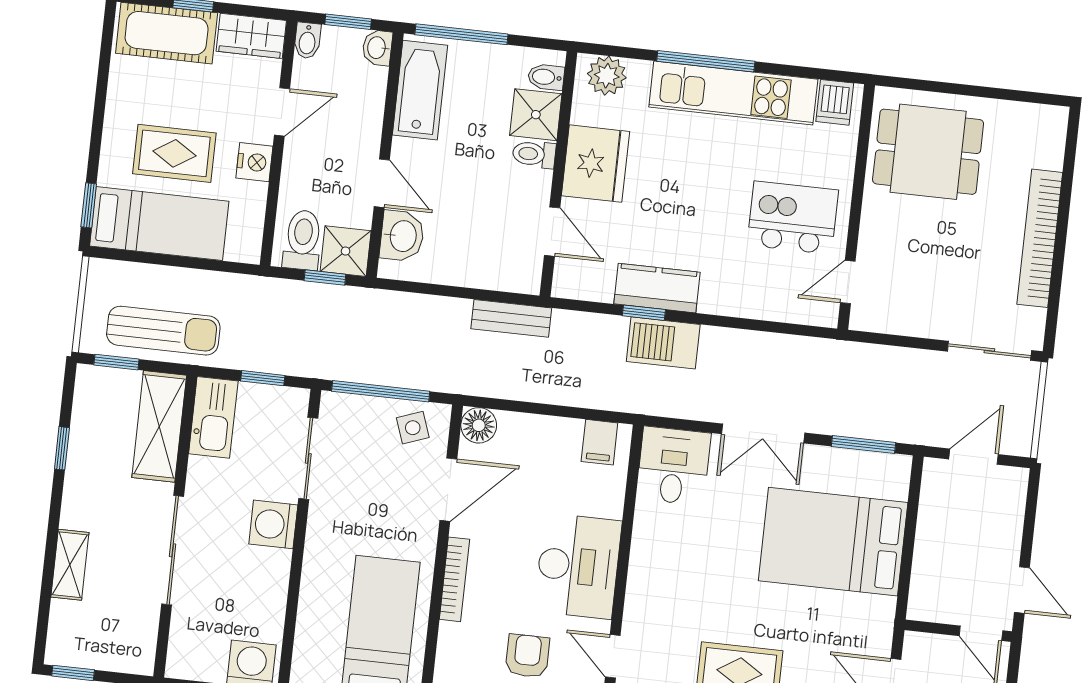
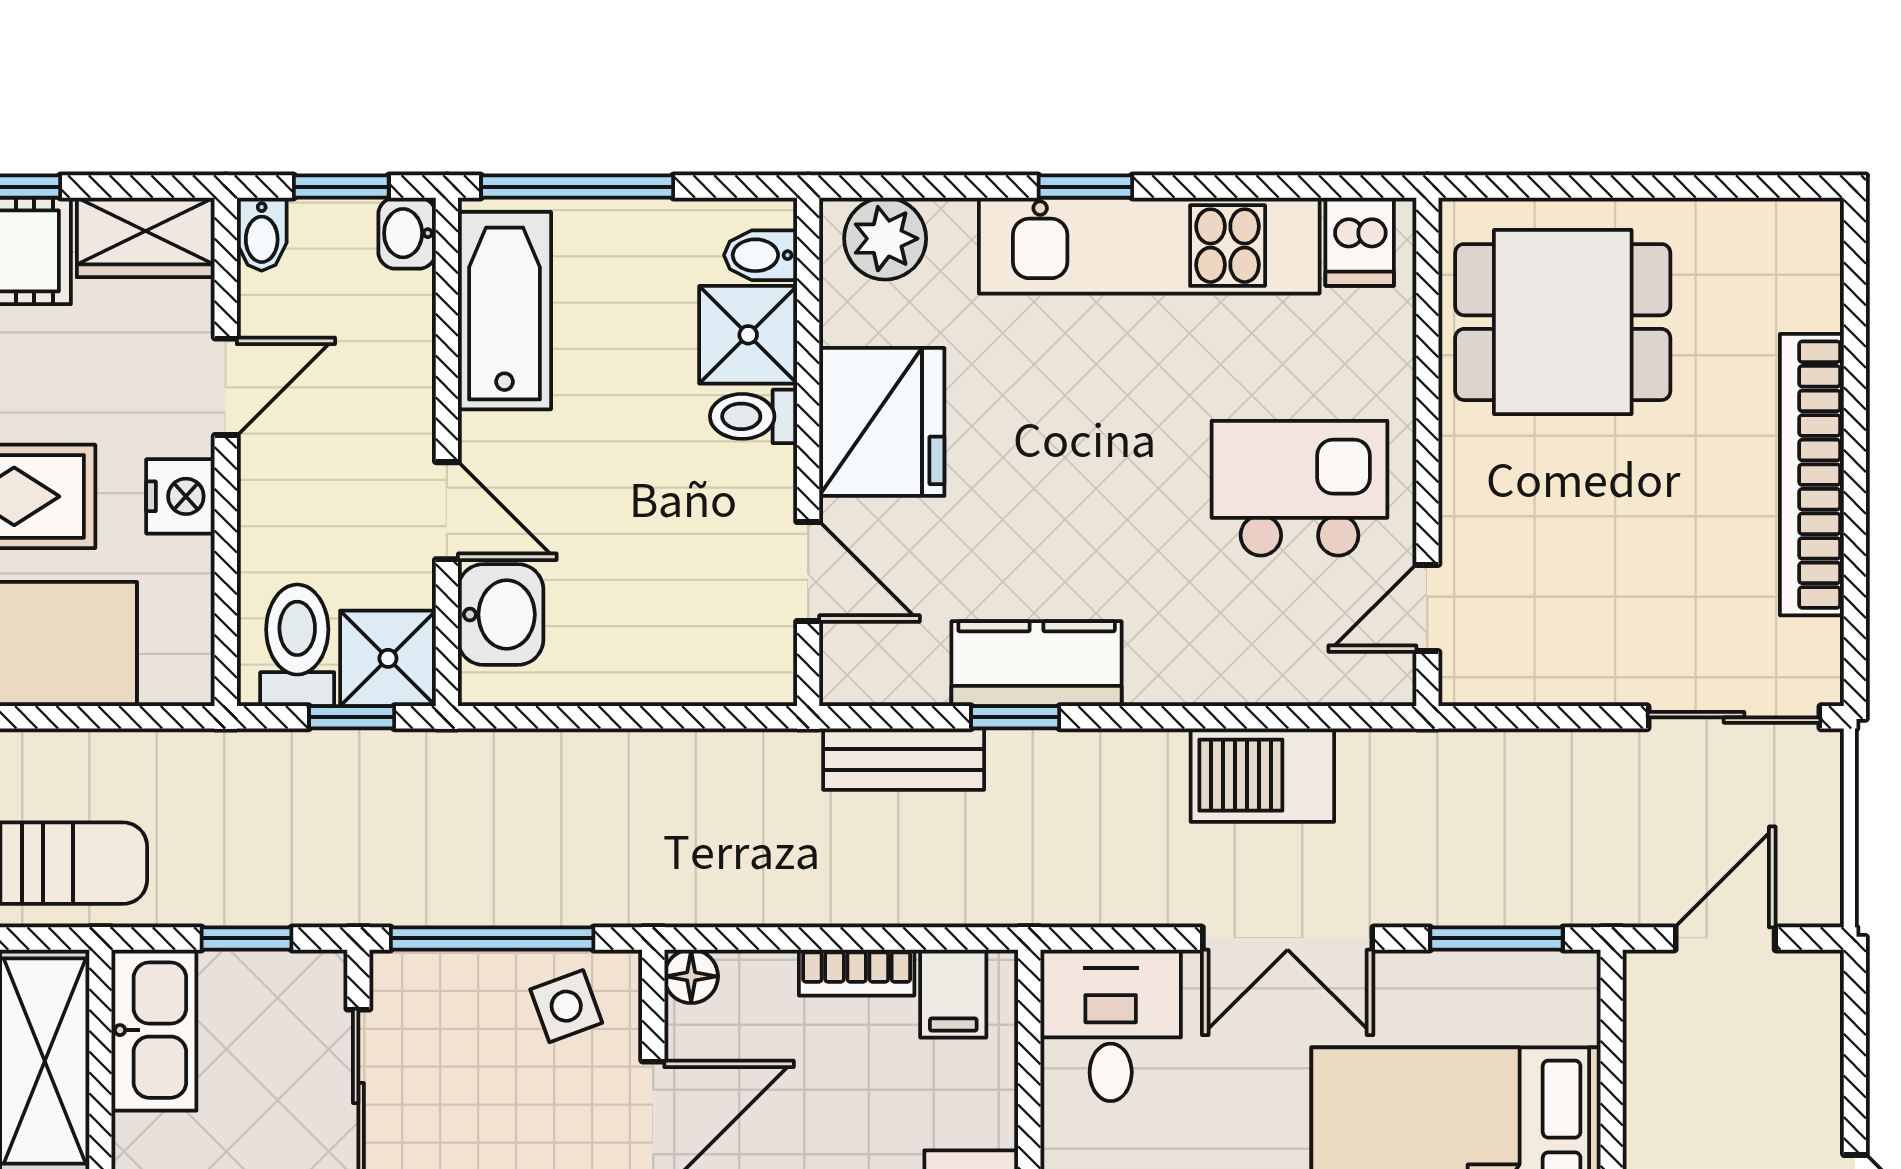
window: (706, 61) -> (1085, 187), width x0.46
bench: (511, 318) -> (904, 759), moved
barbecue: (663, 343) -> (1262, 775), moved
floor lamp: (479, 425) -> (691, 976), width x0.73, depth x0.73
bookcase: (554, 427) -> (857, 973), added

